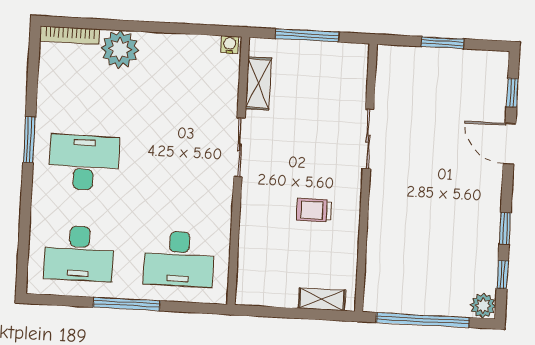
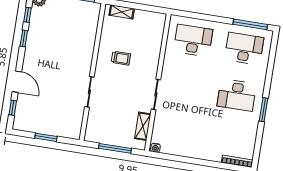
plant: (120, 49) -> (212, 151), removed
window: (127, 304) -> (250, 24), moved

